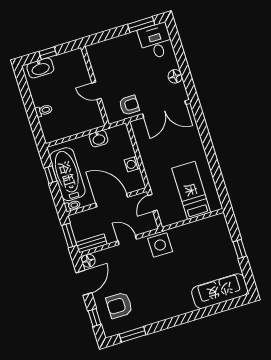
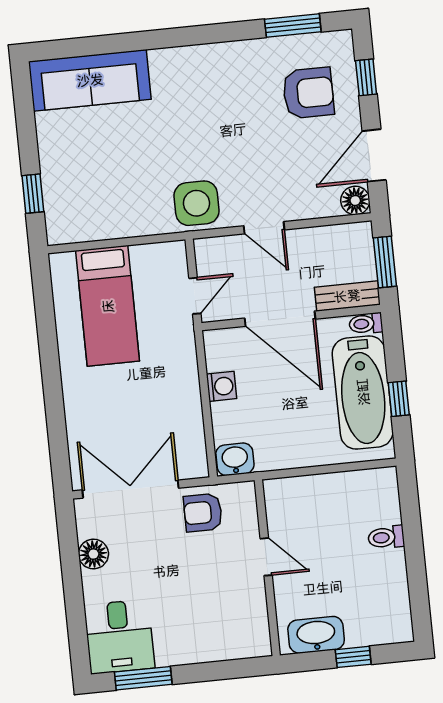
washbasin: (40, 68) -> (316, 635), moved
washbasin: (99, 139) -> (235, 459), moved
bench: (91, 243) -> (347, 296), moved
window: (240, 249) -> (33, 194), moved

